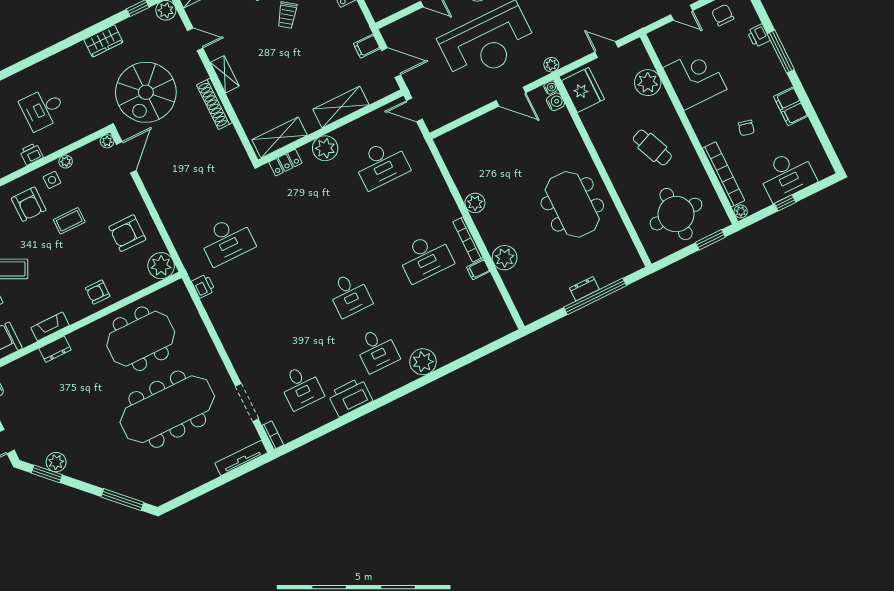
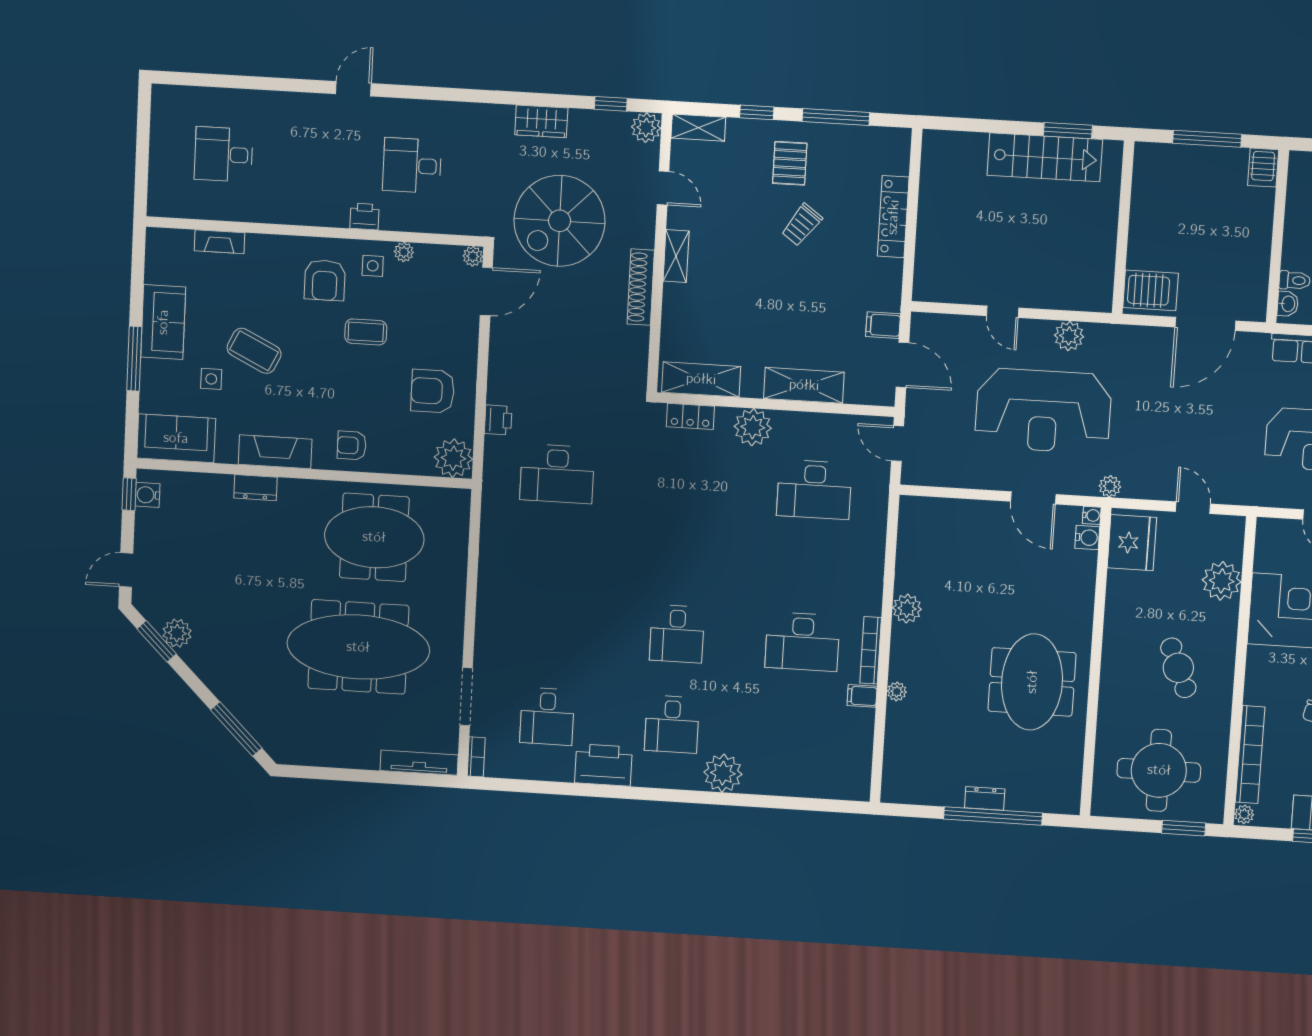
plant: (505, 258) -> (897, 692), width x0.53, depth x0.53
printer: (203, 286) -> (498, 420), moved
fireplace: (50, 326) -> (275, 452), width x1.37, depth x1.32

